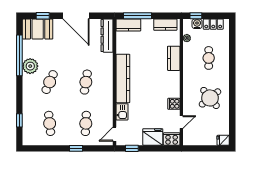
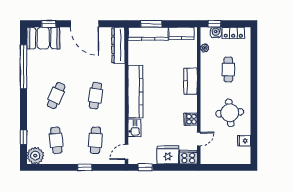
window: (138, 16) -> (151, 24), width x0.69
kitchen counter: (128, 25) -> (148, 34), width x1.50
kitchen counter: (174, 58) -> (190, 81), moved
plant: (30, 66) -> (35, 156), moved
round table: (210, 98) -> (230, 113), turned 34
fridge: (223, 140) -> (244, 141), moved

